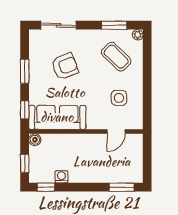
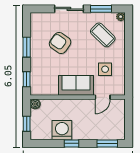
sliding door: (59, 25) -> (69, 9), moved
armchair: (65, 66) -> (60, 43), turned -124
sofa: (57, 117) -> (76, 85), moved, width x0.73
washing machine: (62, 177) -> (62, 130), width x1.89, depth x1.89
window: (46, 187) -> (72, 143), moved

